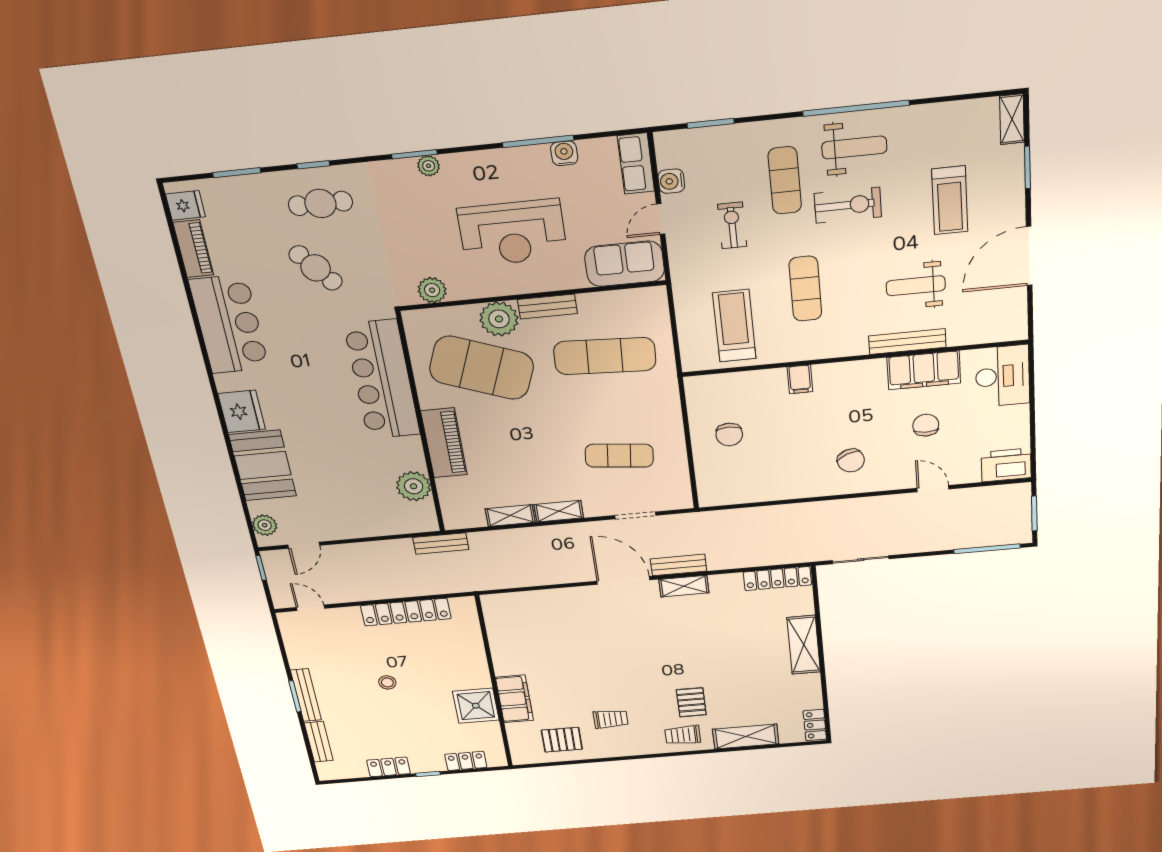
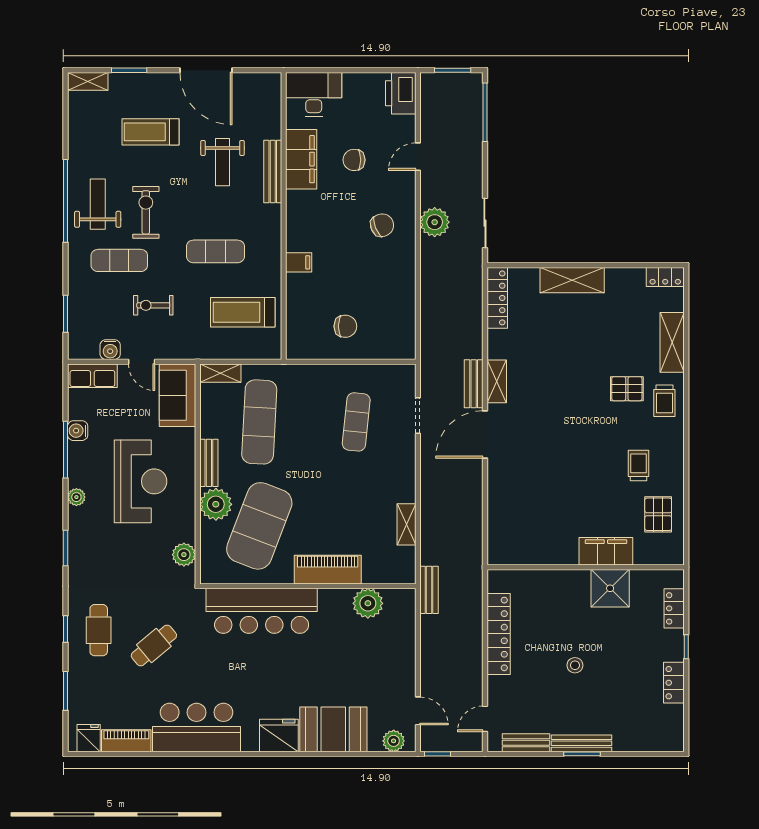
plant: (429, 166) -> (76, 497), moved
treadmill: (950, 200) -> (150, 132), turned 180
shelving: (559, 511) -> (220, 373), moved, turned 90
plant: (858, 512) -> (435, 222), added
bench: (319, 742) -> (526, 743), moved

